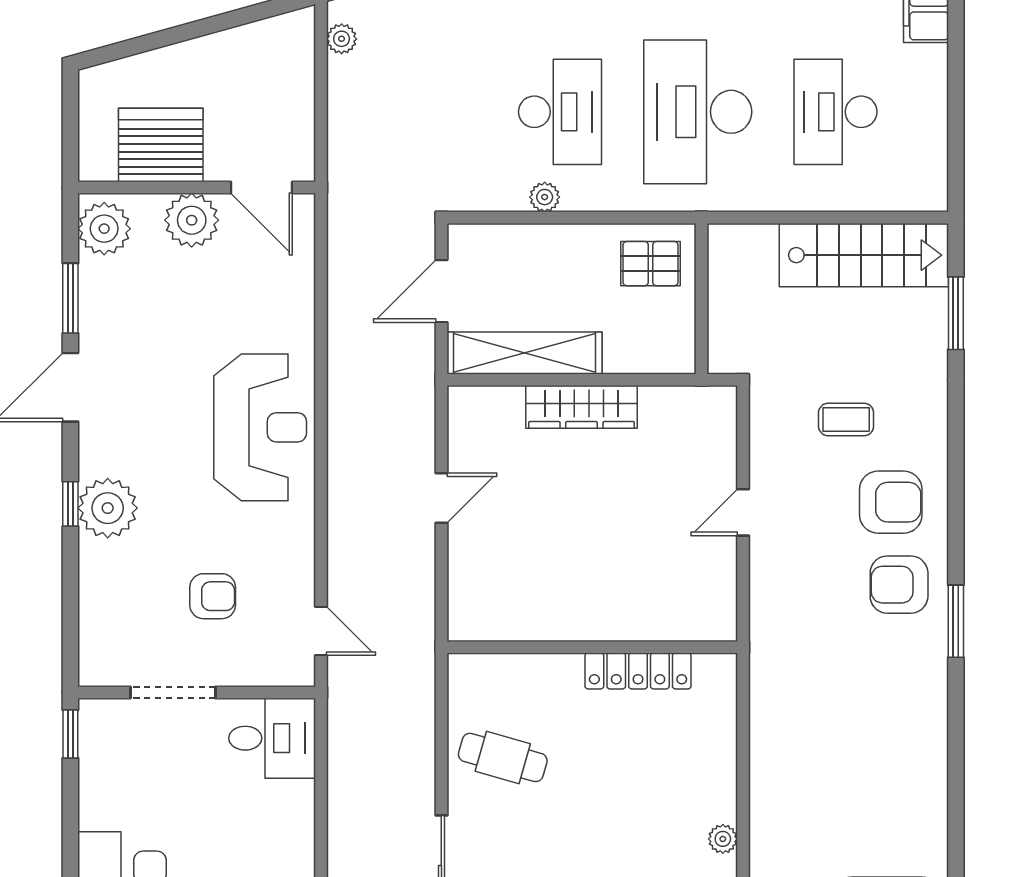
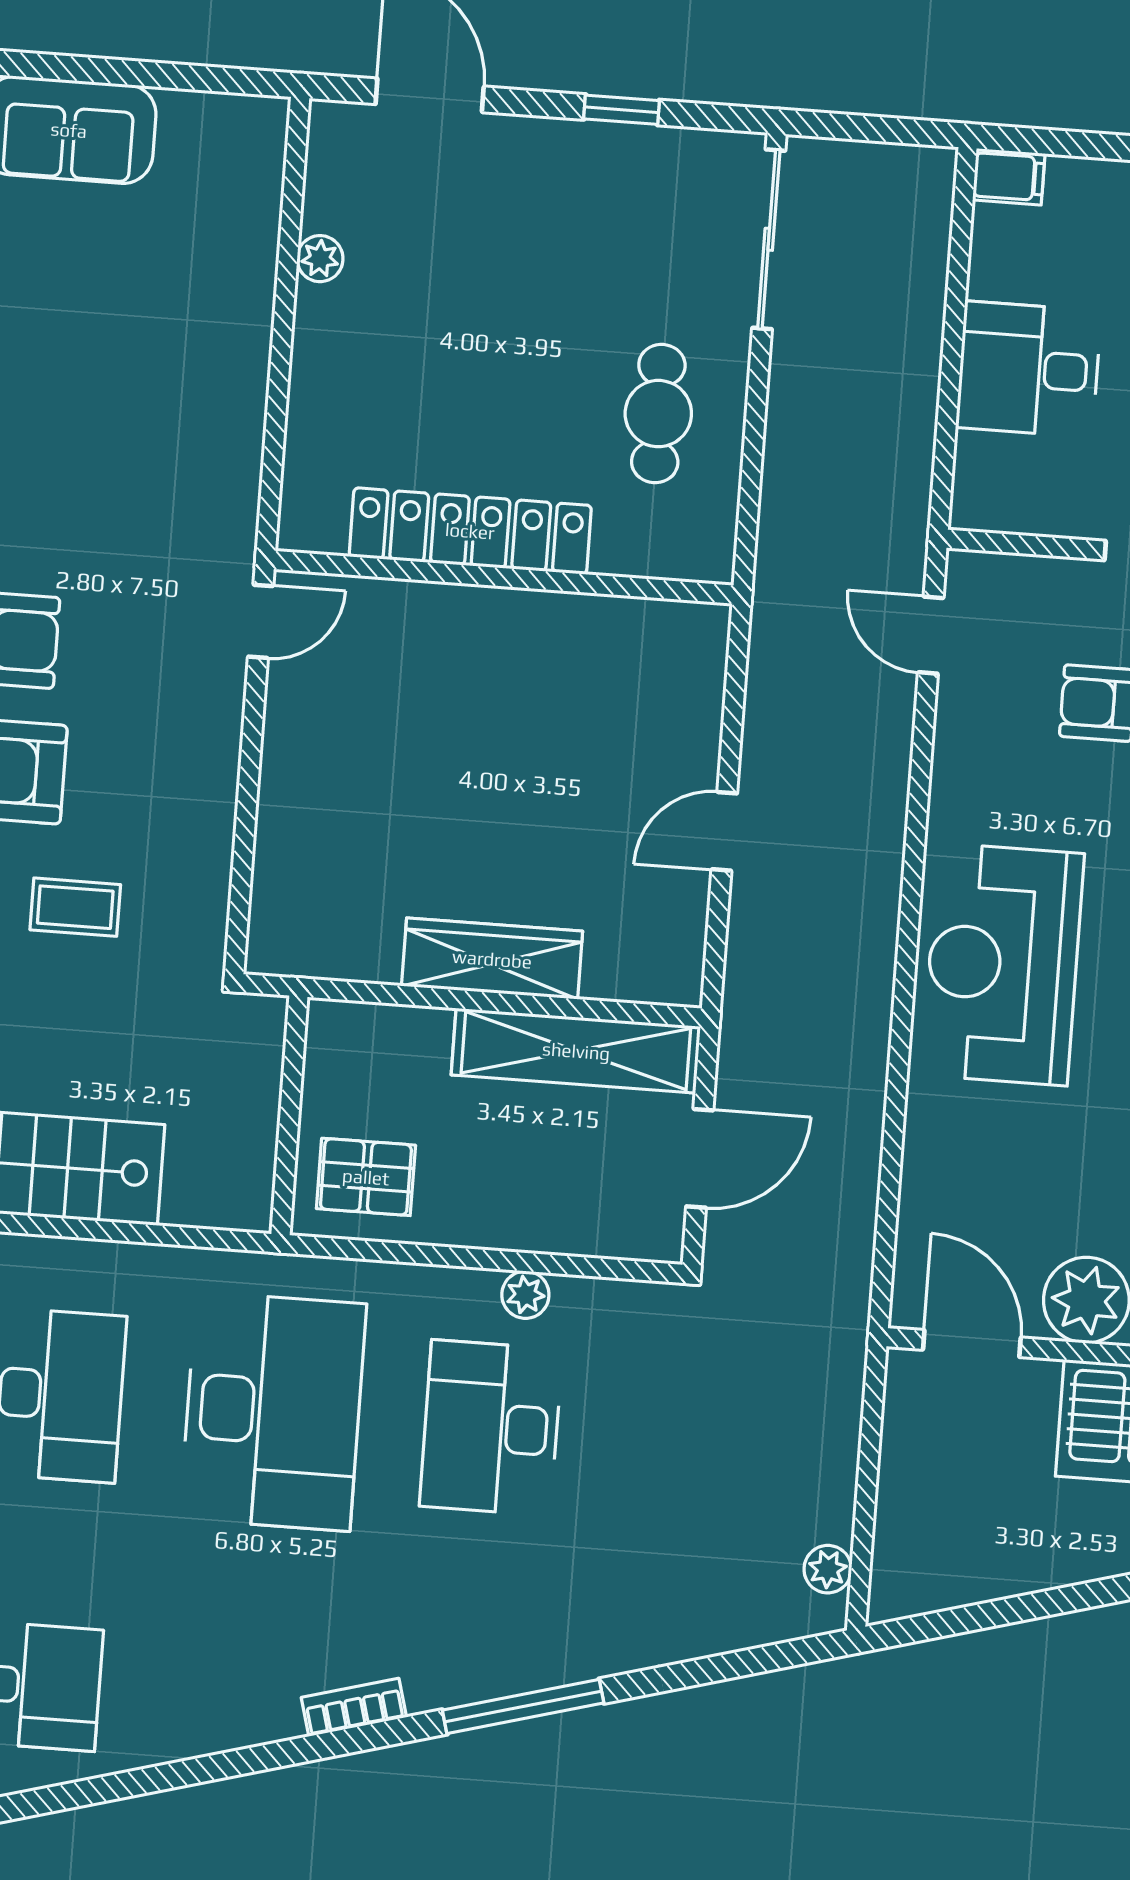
door: (743, 512) -> (261, 621), moved
locker: (638, 671) -> (470, 531), width x1.41, depth x1.21
desk: (272, 738) -> (1029, 369), moved
cafe table: (503, 757) -> (658, 414), turned 74

